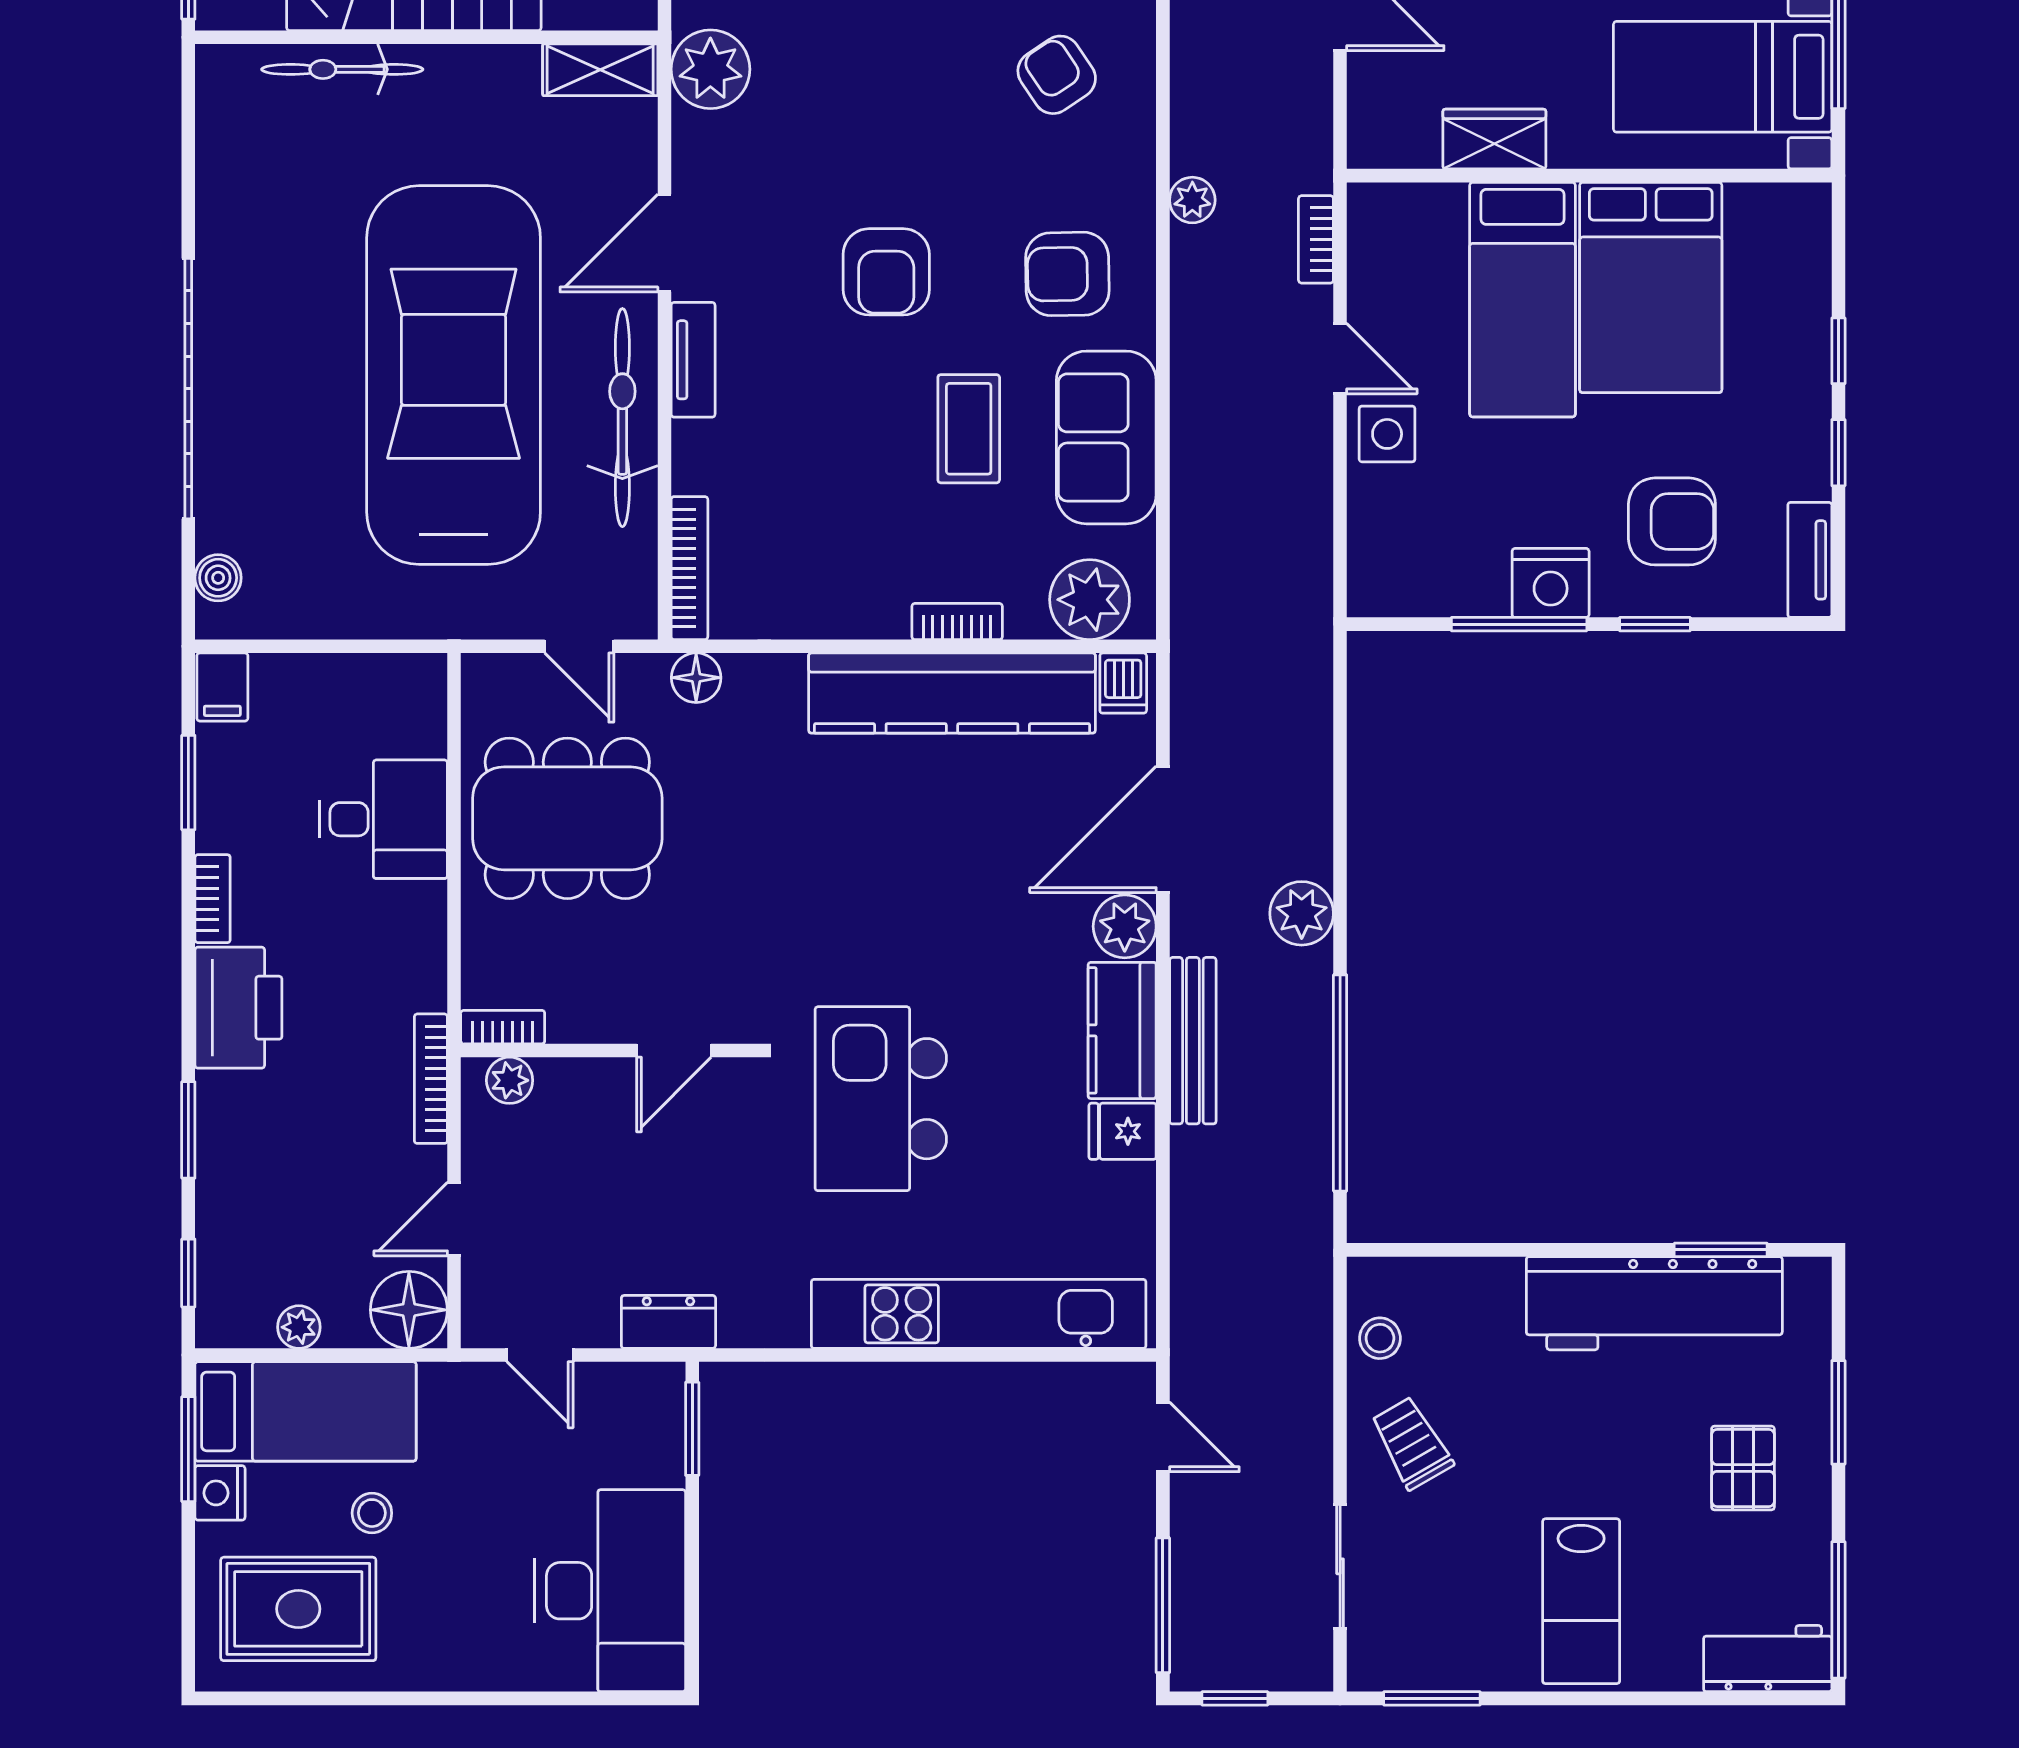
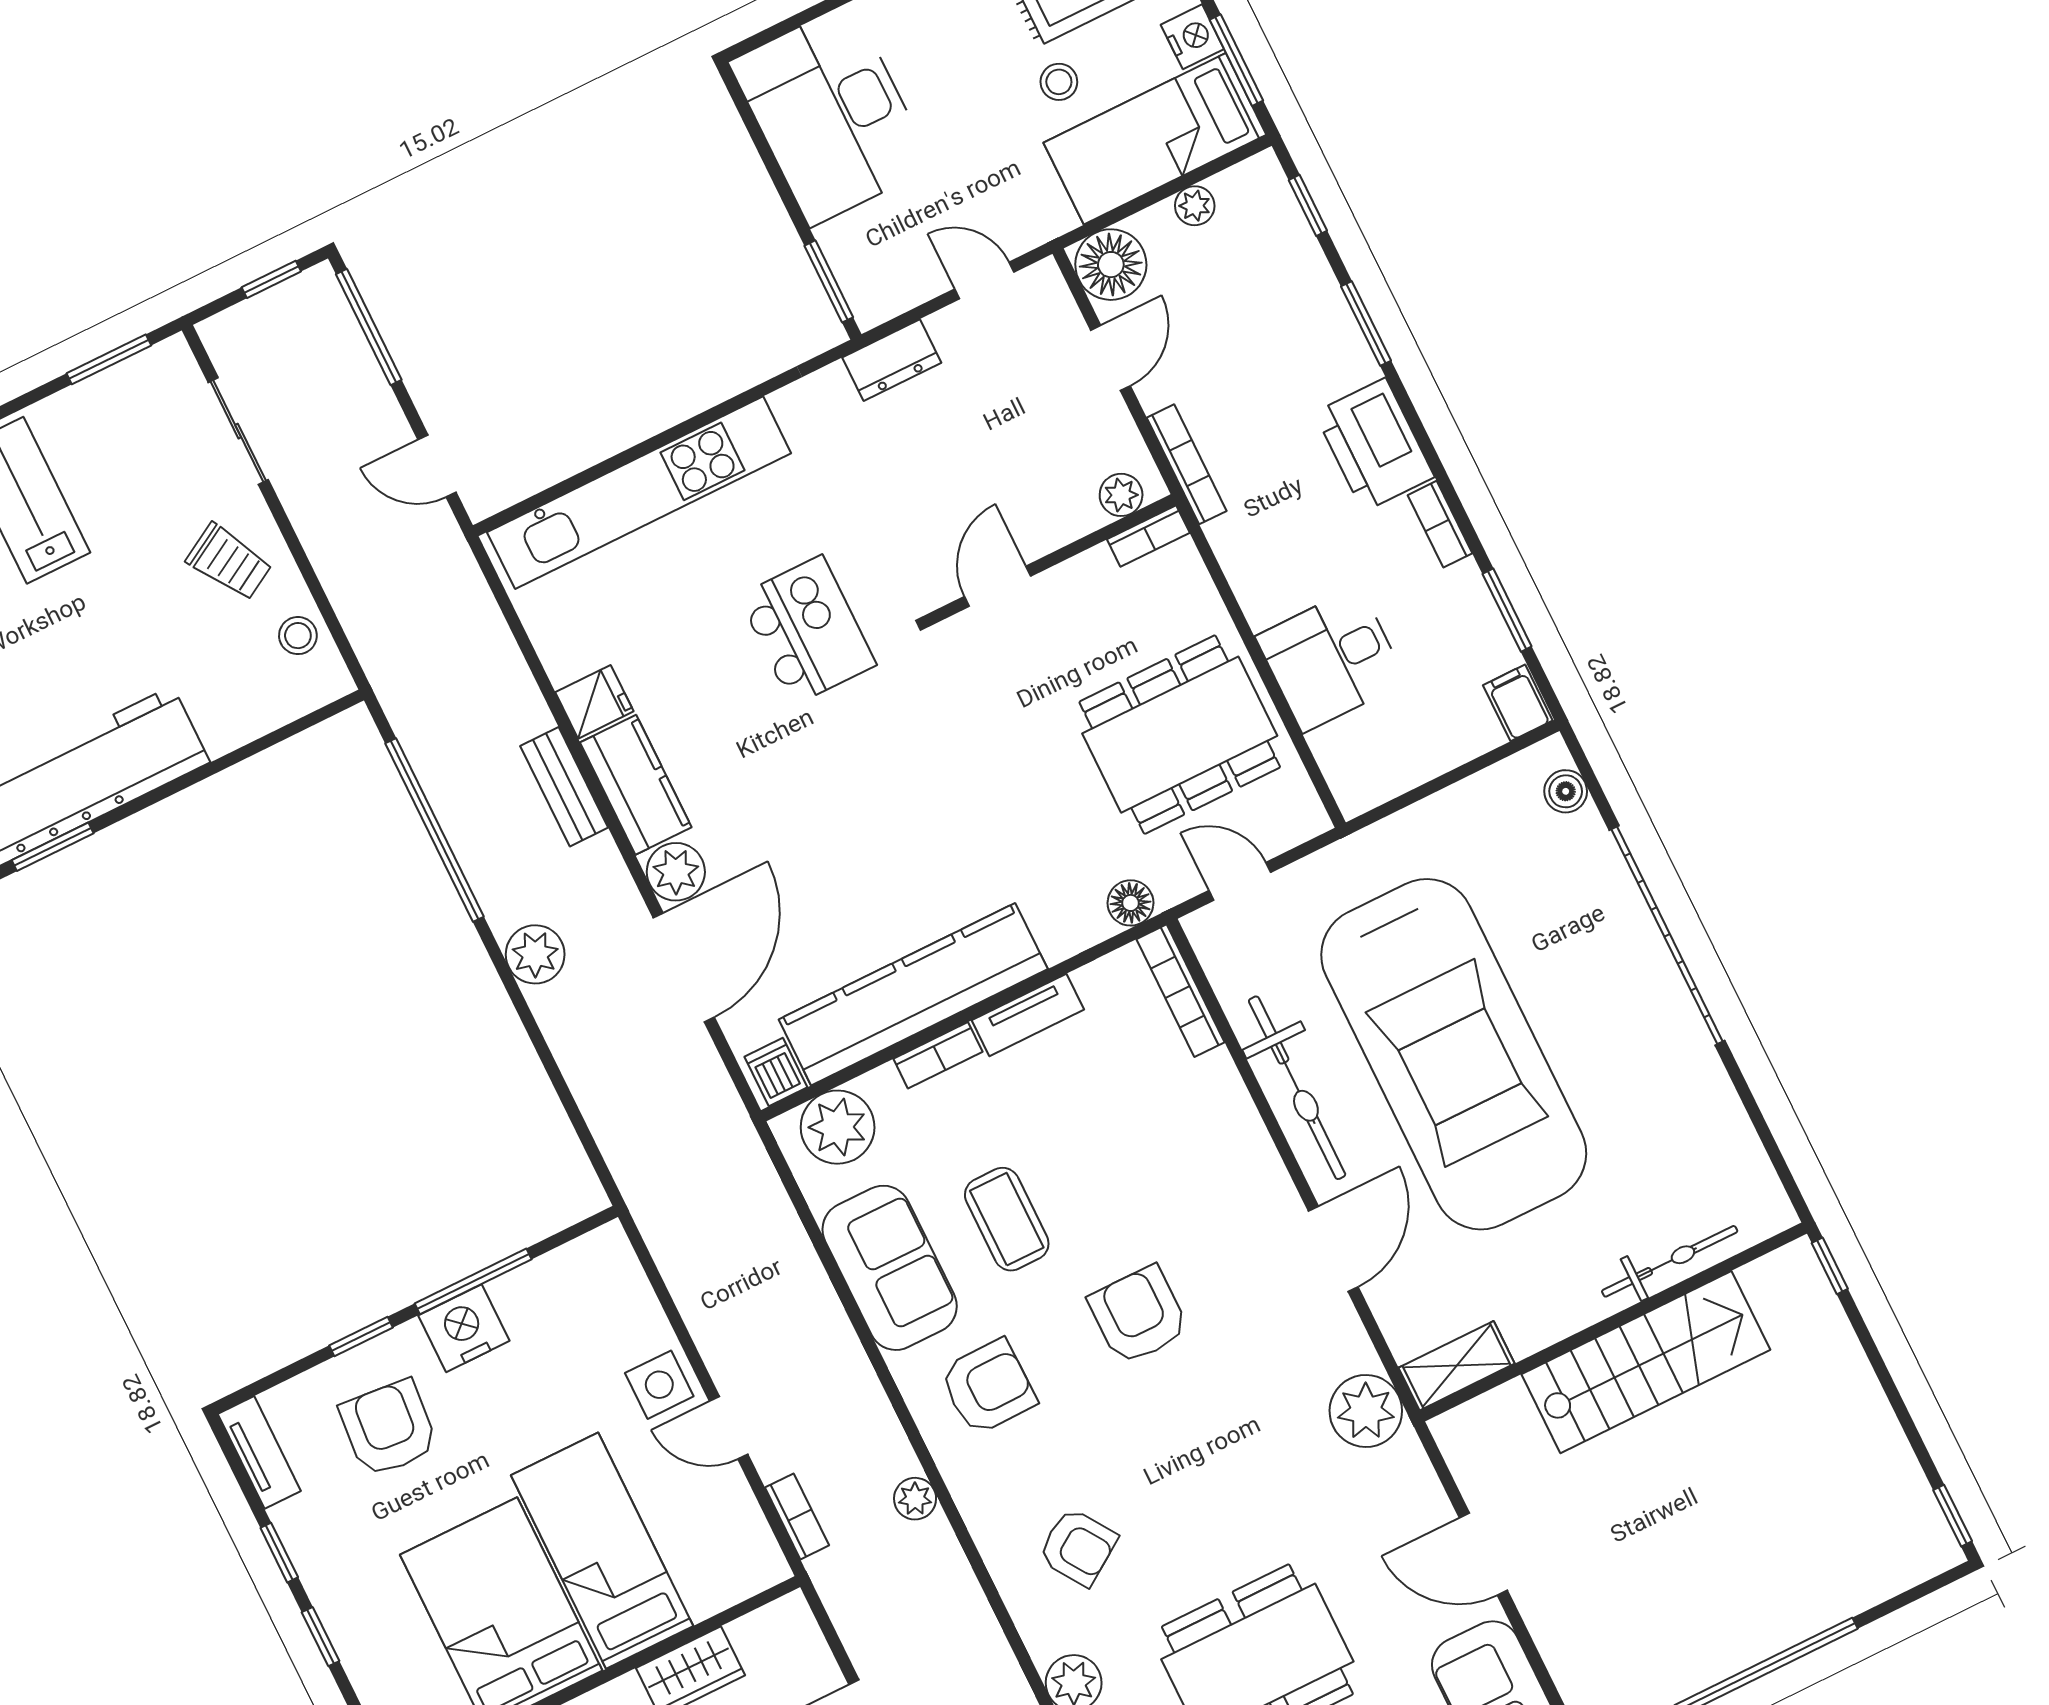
tv unit: (693, 360) -> (1028, 1015), moved, turned -90
armchair: (1672, 521) -> (389, 1428), turned 95
bench: (1193, 1041) -> (564, 787), width x0.73
kitchen island: (881, 1099) -> (807, 630), width x0.73, depth x0.78

